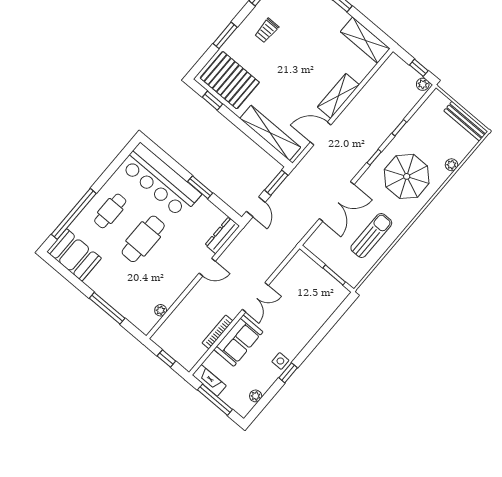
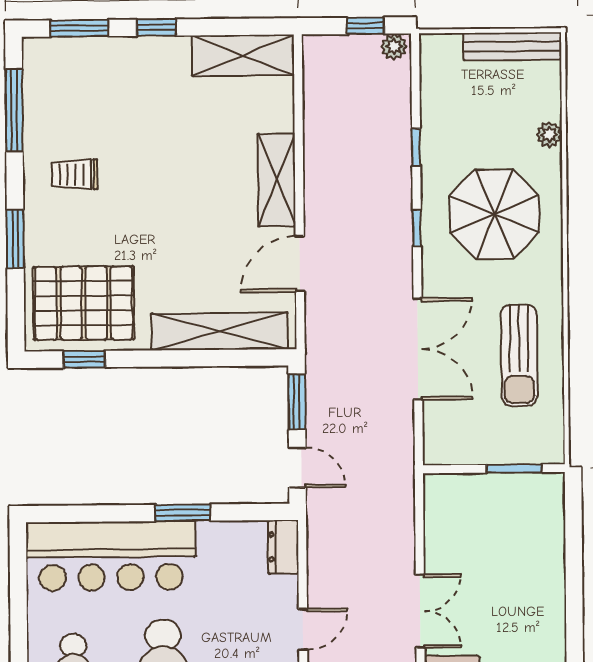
trolley: (267, 31) -> (74, 174), turned 90
dresser: (222, 235) -> (283, 547), width x0.70
sun lounger: (371, 235) -> (519, 355), turned 180

